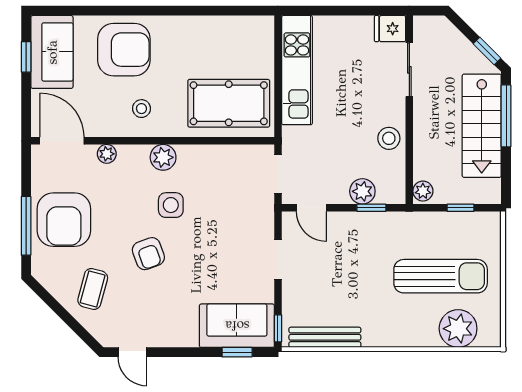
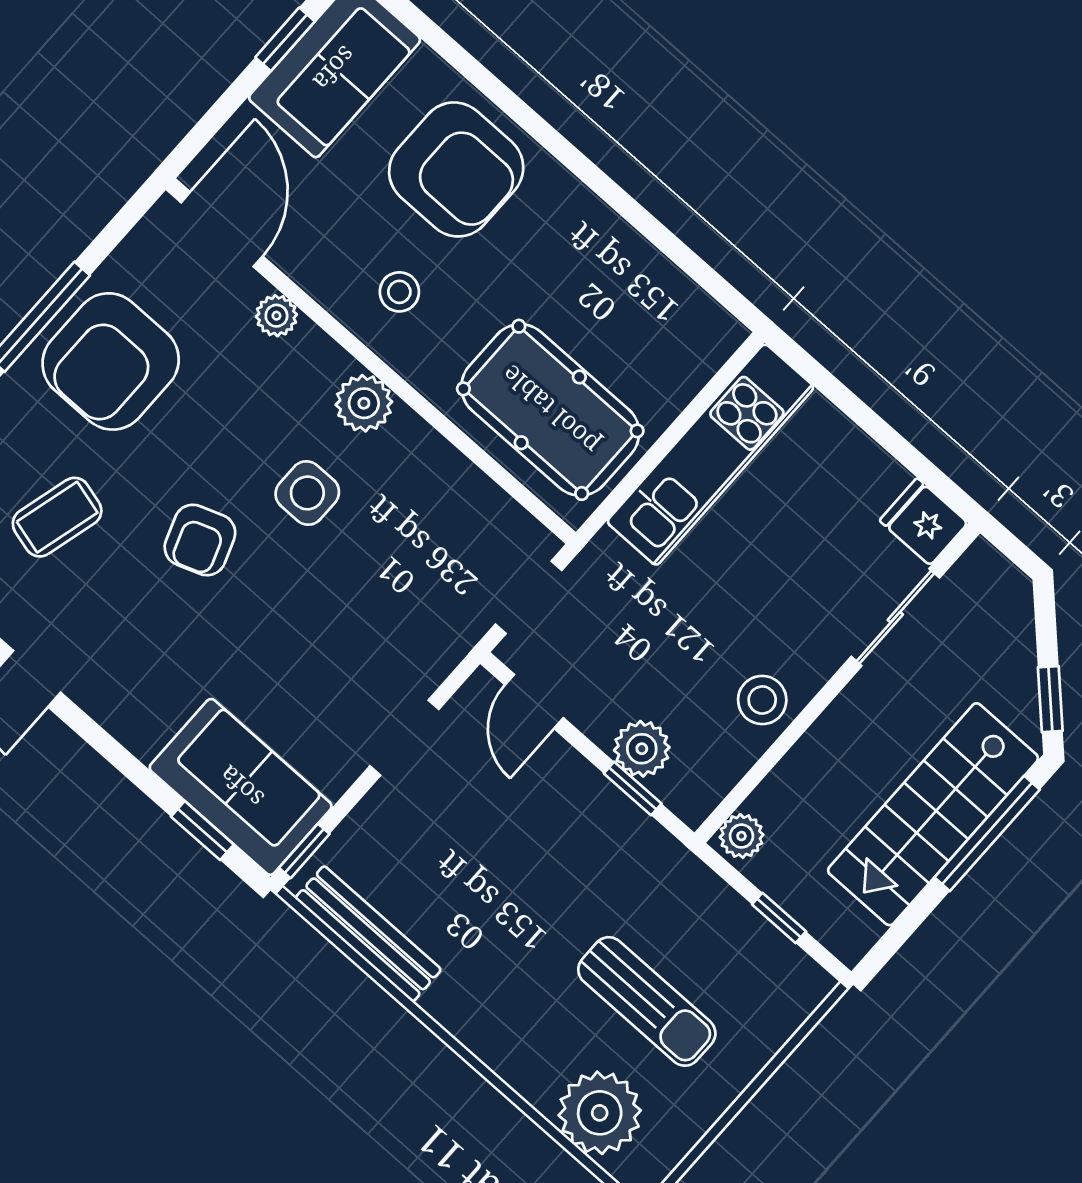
sun lounger: (441, 276) -> (647, 1001), width x0.73, depth x0.75

